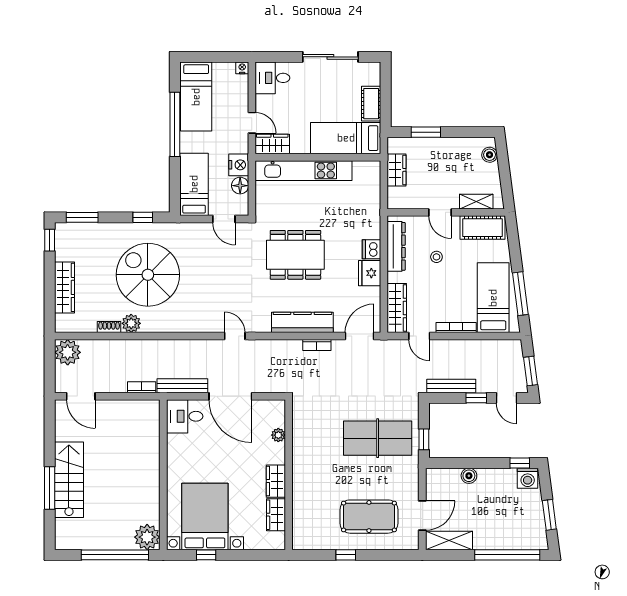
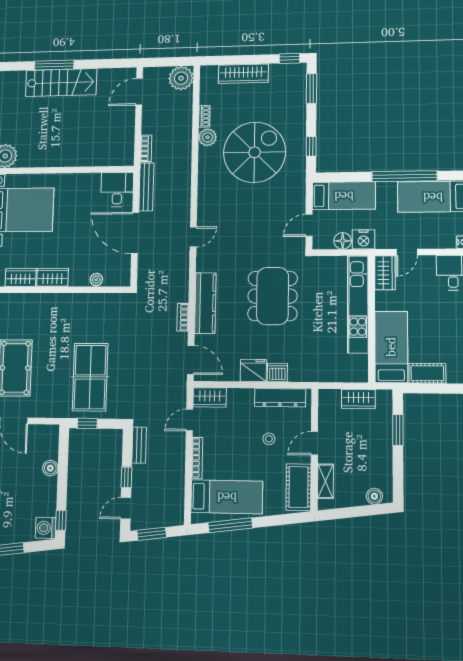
wardrobe: (397, 308) -> (210, 397), width x0.67
bench: (451, 386) -> (139, 445), width x0.73
door: (230, 396) -> (135, 233), hinge flipped

